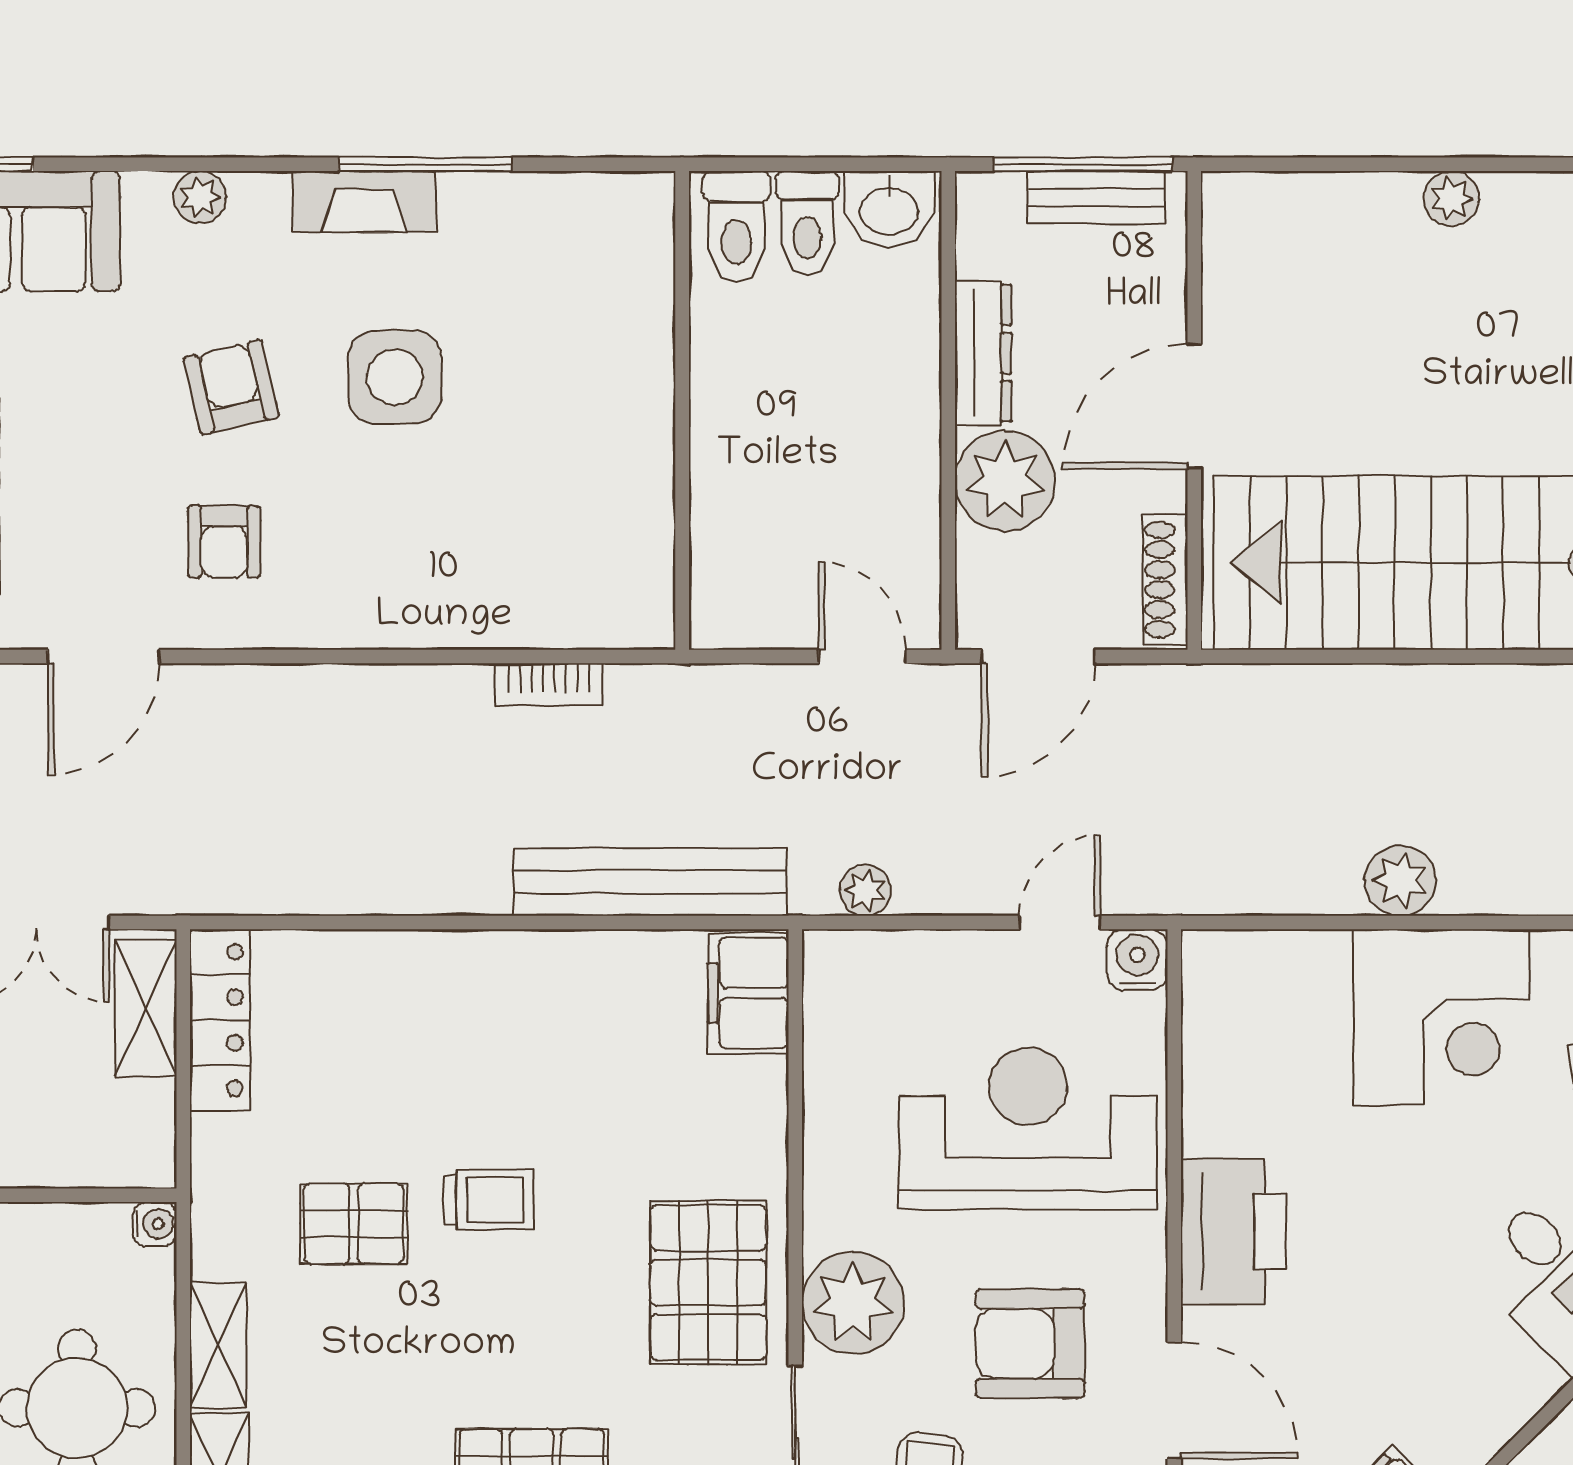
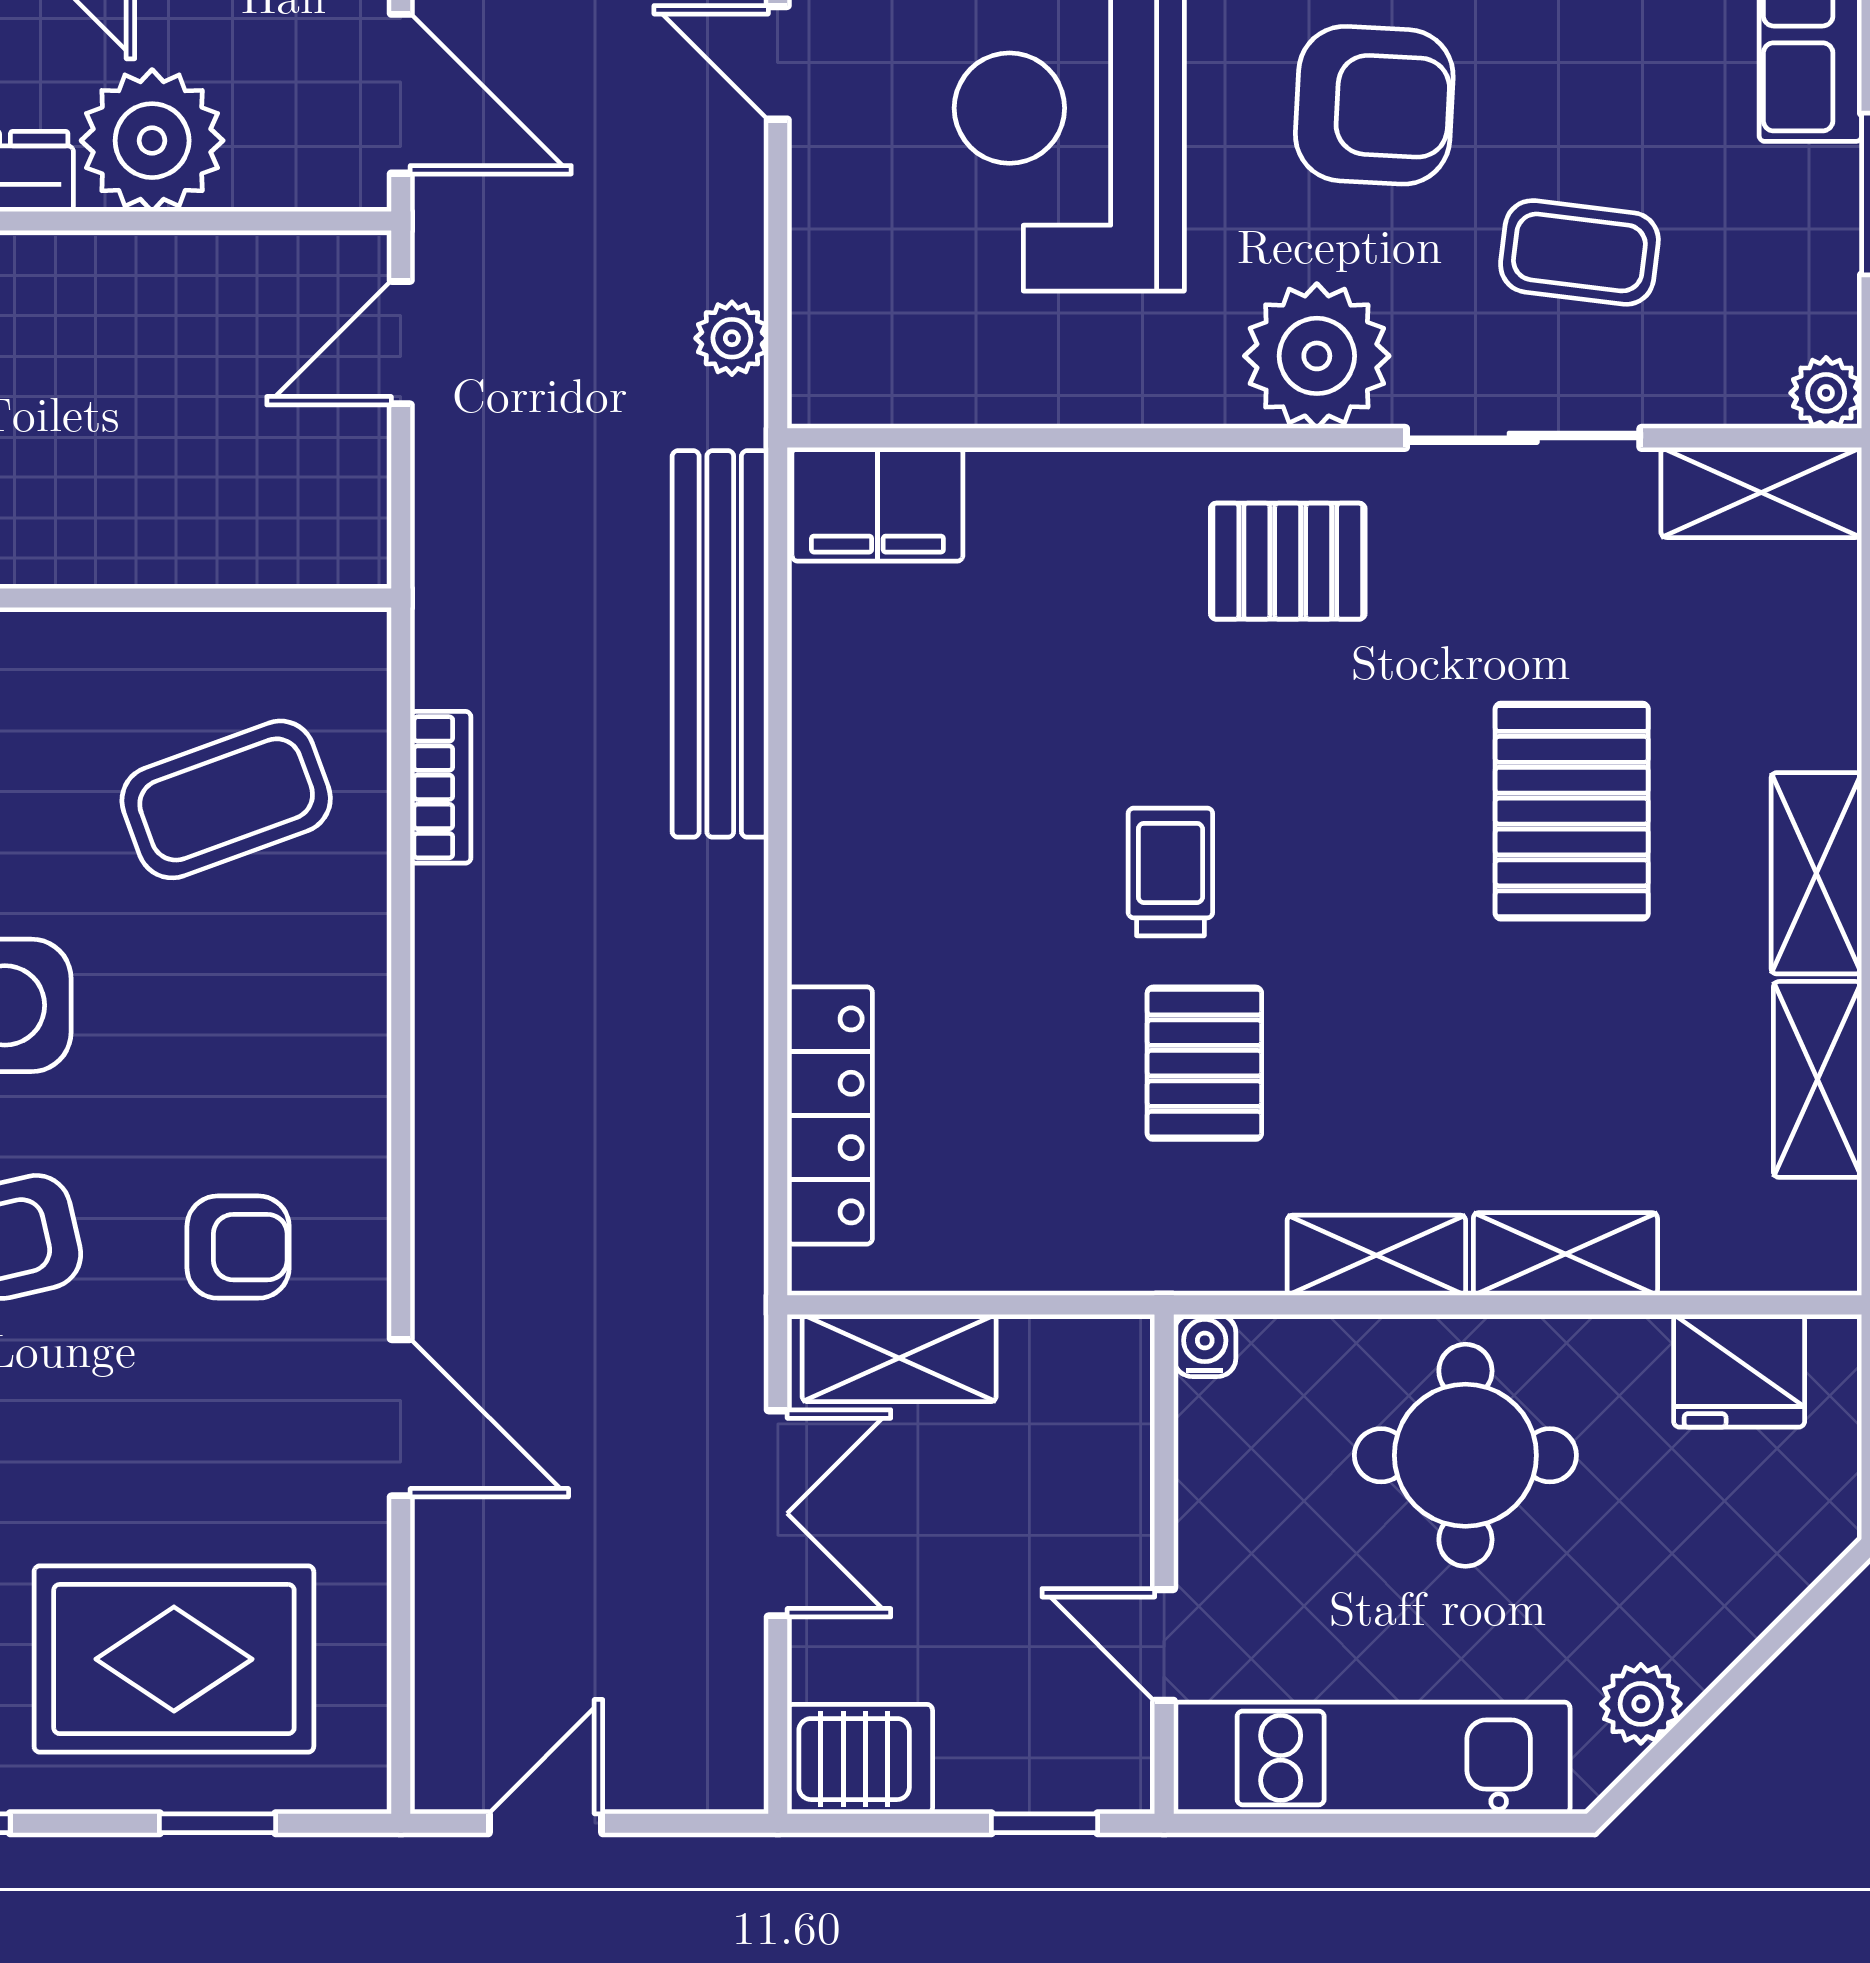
coffee table: (540, 533) -> (226, 799), added
locker: (220, 1020) -> (830, 1115), moved, turned 90
pallet: (708, 1283) -> (1288, 561), width x0.67, depth x0.71
armchair: (1030, 1344) -> (1374, 105), turned -87

